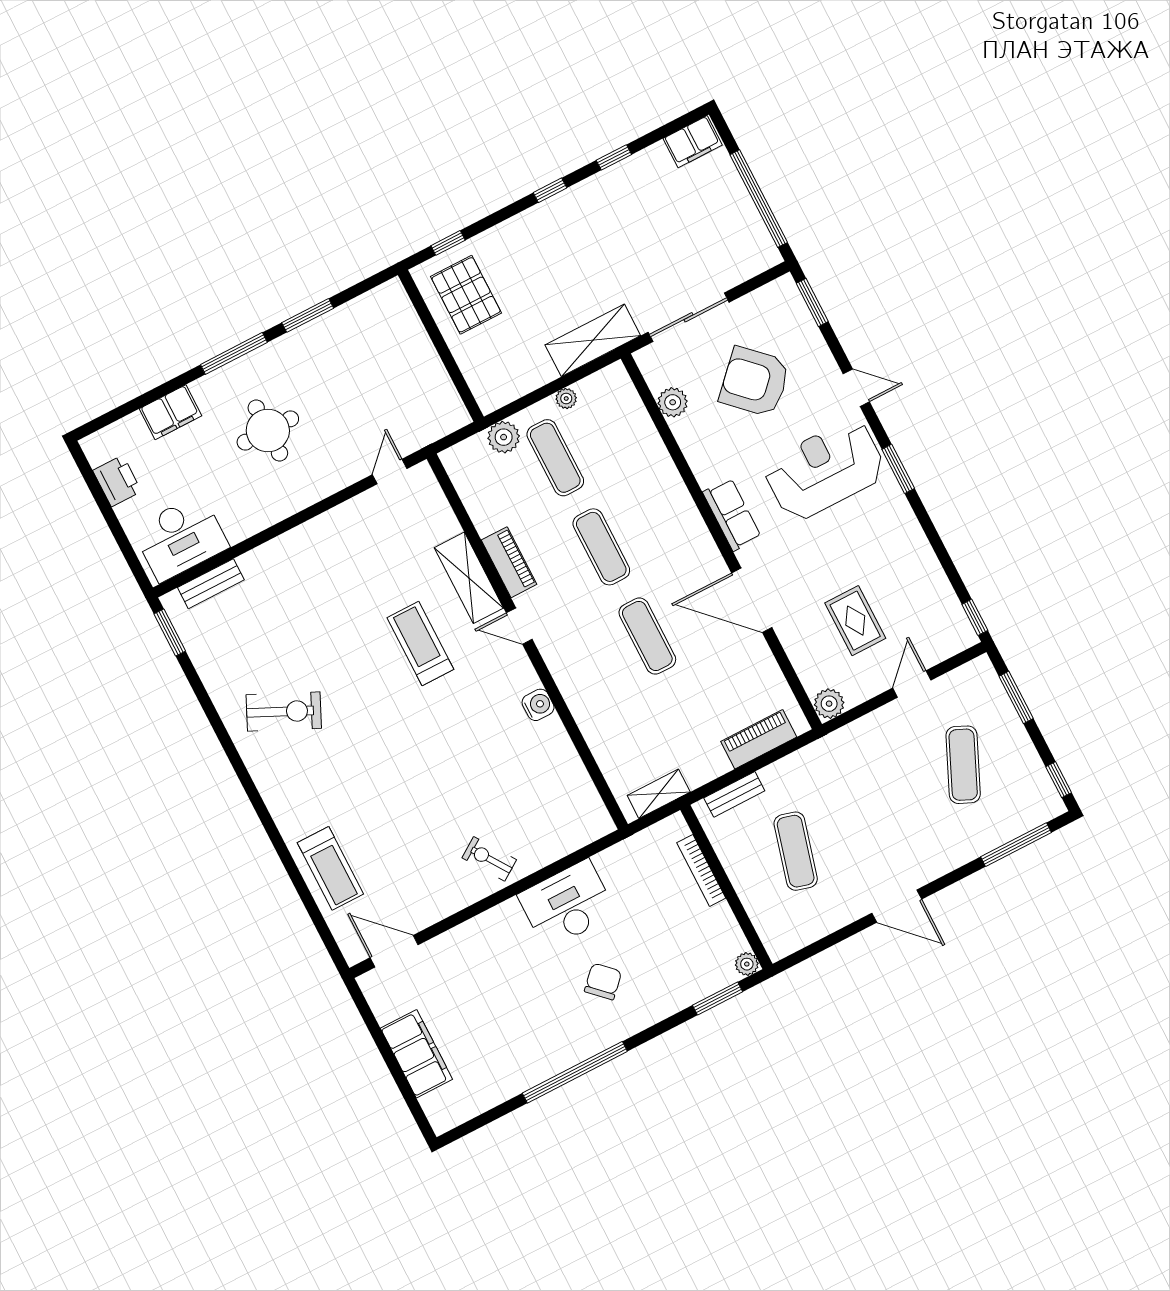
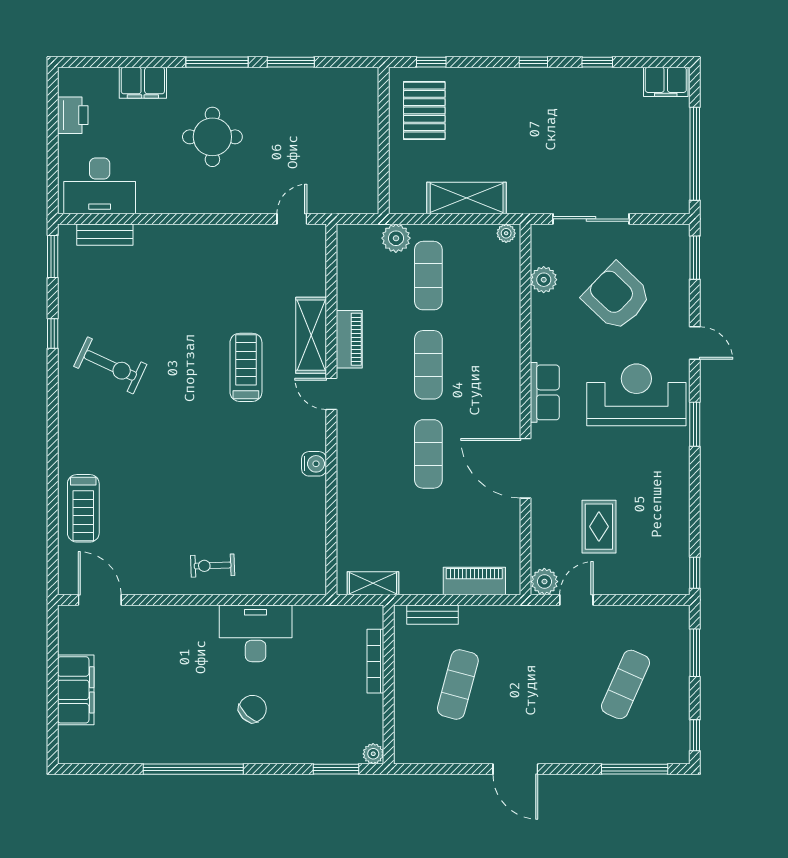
shelving: (593, 340) -> (467, 198), moved
plant: (566, 398) -> (506, 233), moved
door: (912, 684) -> (576, 600), moved
window: (209, 709) -> (53, 333), added
exercise bike: (489, 859) -> (213, 566), turned -58

